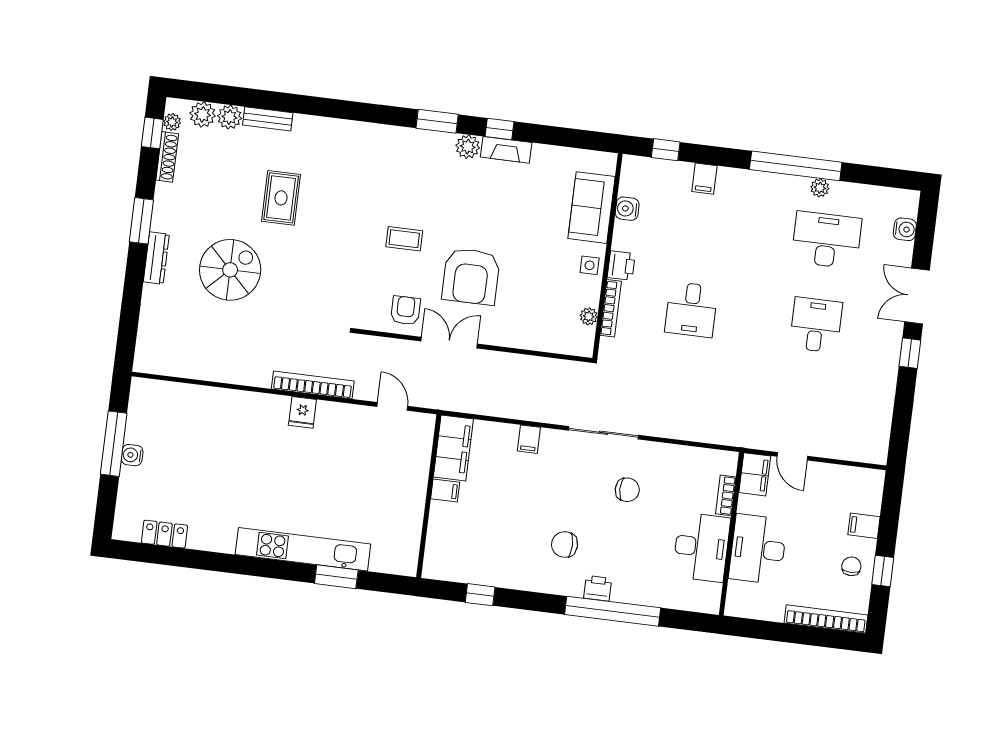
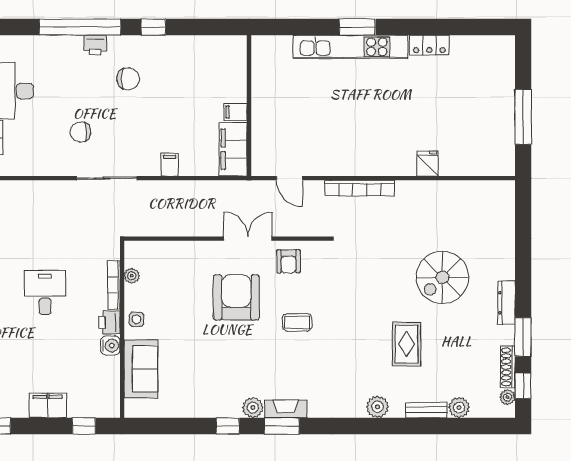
plant: (203, 115) -> (377, 407), moved
fireplace: (506, 150) -> (286, 409), moved
filing cabinet: (704, 179) -> (48, 405), width x2.00
water cooler: (627, 209) -> (110, 345), moved
window: (141, 221) -> (523, 337), moved
dresser: (156, 258) -> (506, 303), moved
double door: (449, 343) -> (248, 239), swing flipped
fridge: (302, 412) -> (428, 164), moved
water cooler: (132, 455) -> (506, 109), removed
locker: (164, 534) -> (429, 45), moved
window: (336, 577) -> (357, 27), moved
window: (480, 595) -> (153, 27), moved

